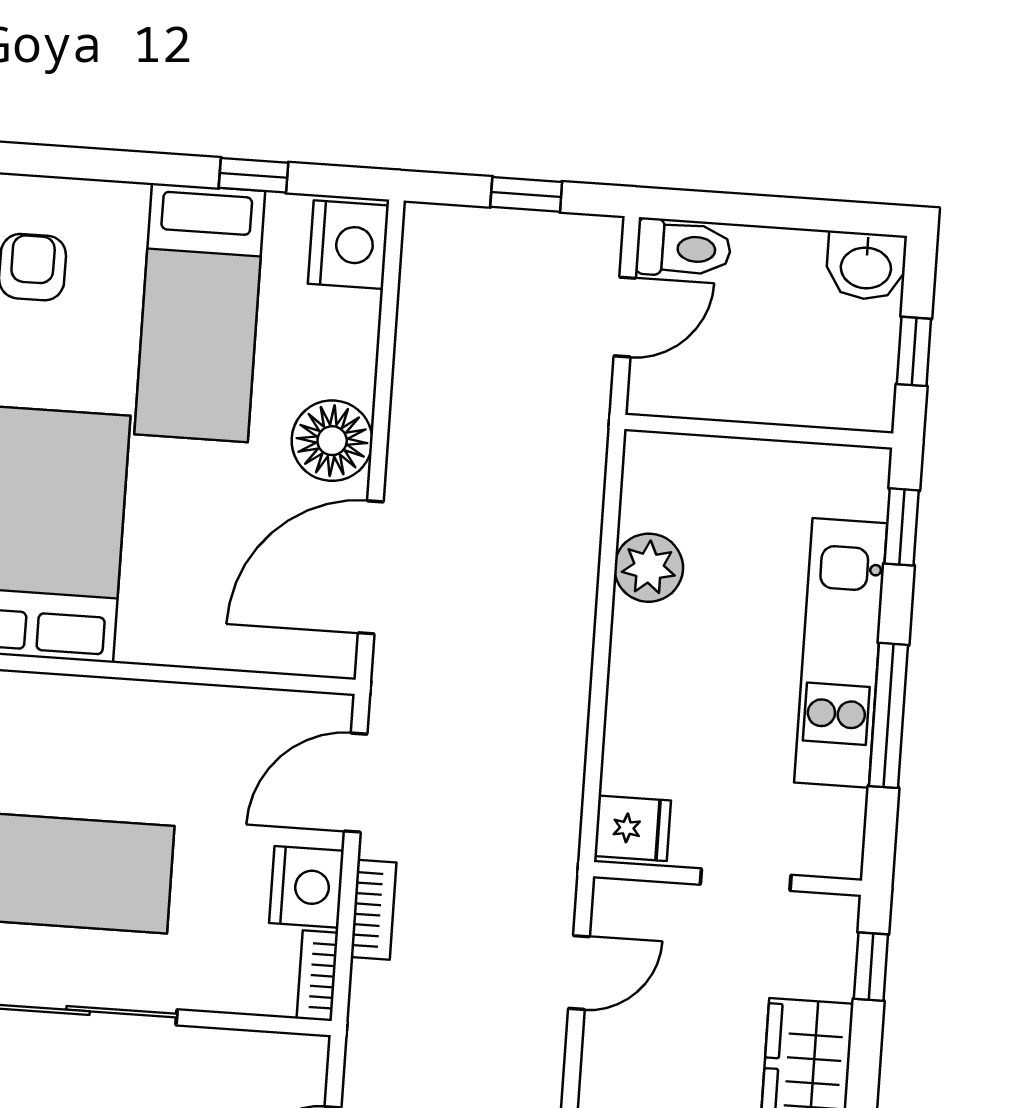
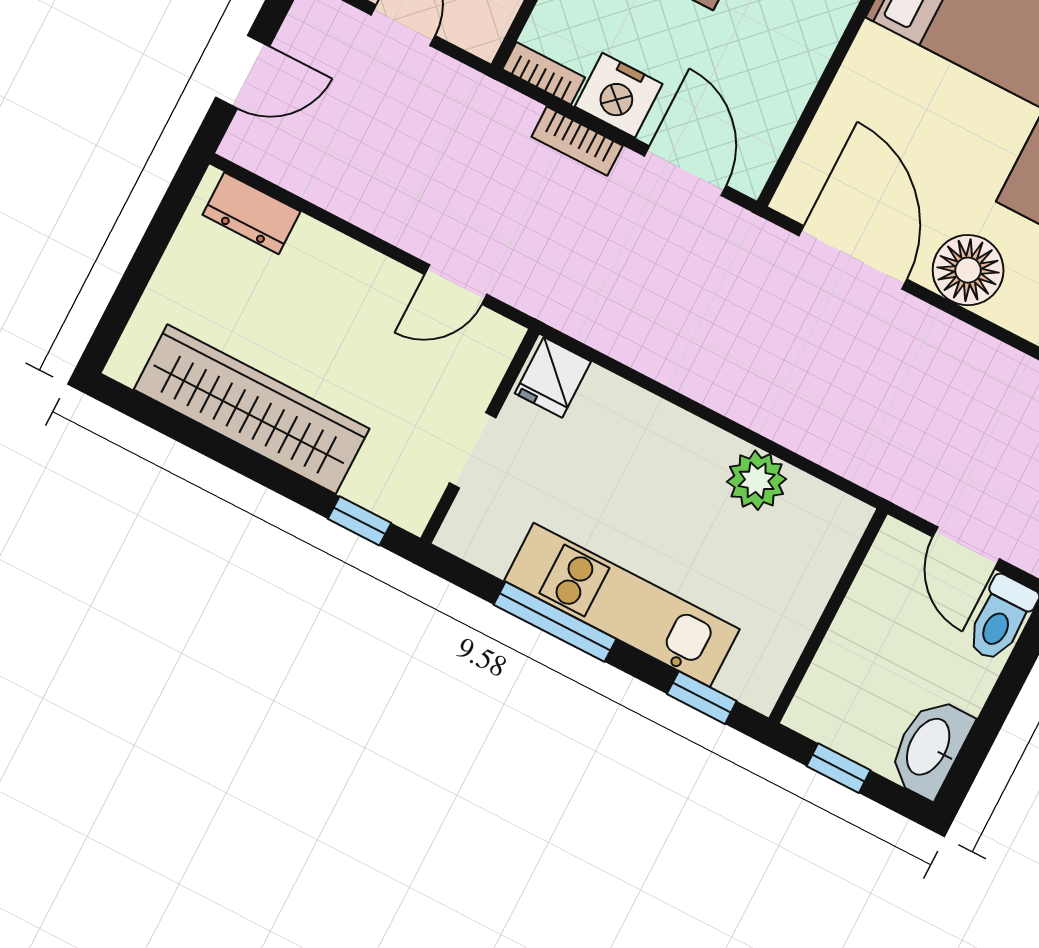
washbasin: (866, 266) -> (930, 748), width x1.38
door: (579, 972) -> (456, 284), hinge flipped

